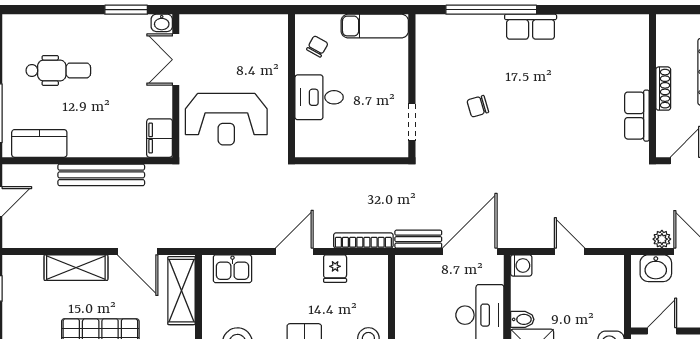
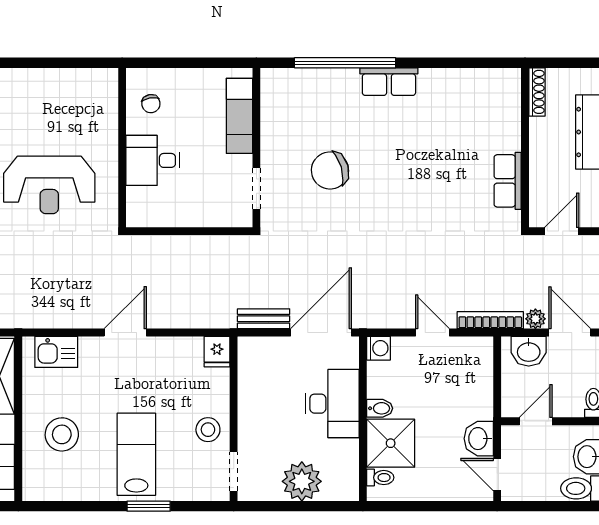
exam couch: (375, 26) -> (239, 116), moved, turned 90
chair: (317, 46) -> (151, 104), turned 141
shoe rack: (663, 89) -> (537, 92), moved
chair: (478, 106) -> (330, 170), width x1.87, depth x1.87
bookcase: (363, 240) -> (490, 320), moved
fridge: (335, 269) -> (217, 352), moved

